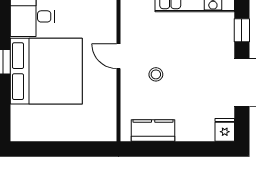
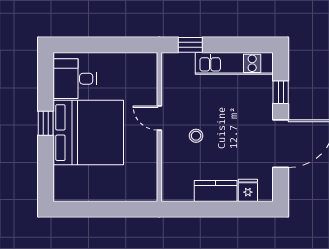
fridge: (225, 130) -> (248, 190), moved
kitchen counter: (153, 131) -> (216, 191), moved

